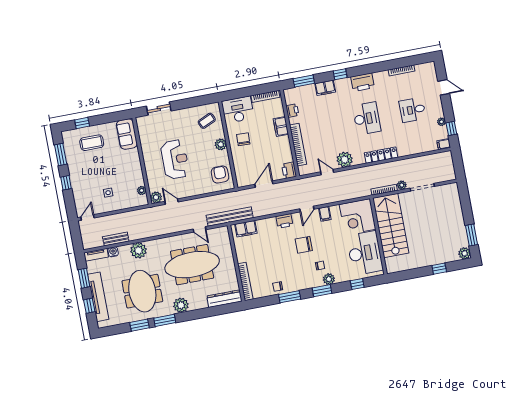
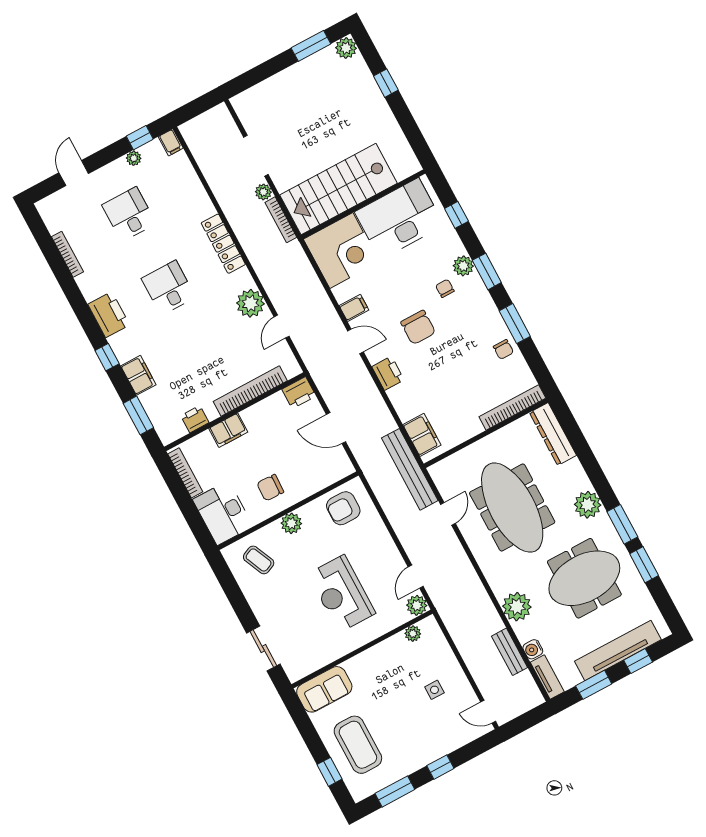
desk: (412, 110) -> (129, 214), turned 180
desk: (367, 119) -> (168, 288), width x0.73
coffee table: (92, 143) -> (358, 745), width x1.36, depth x1.32
reception desk: (175, 159) -> (342, 594), turned -90

